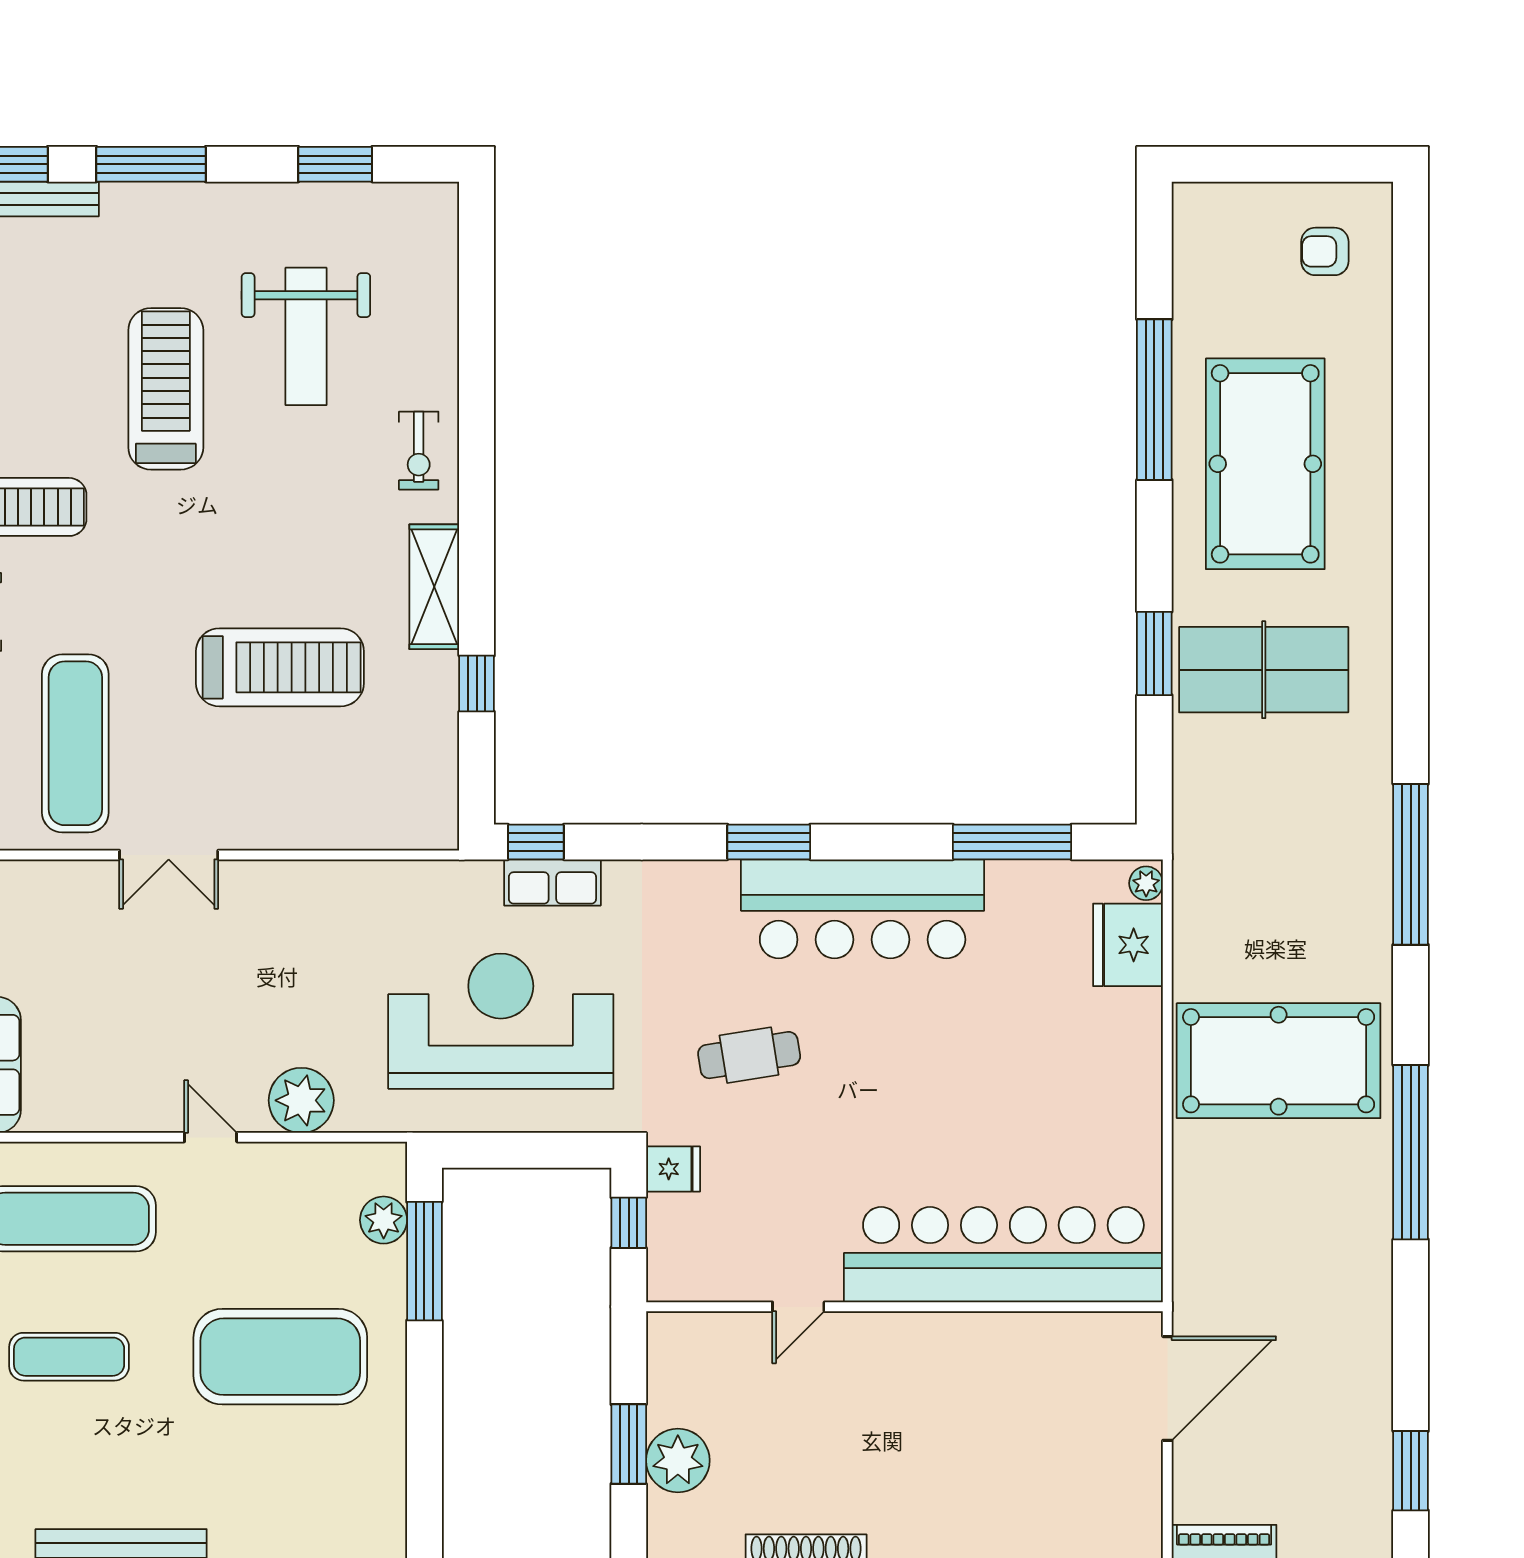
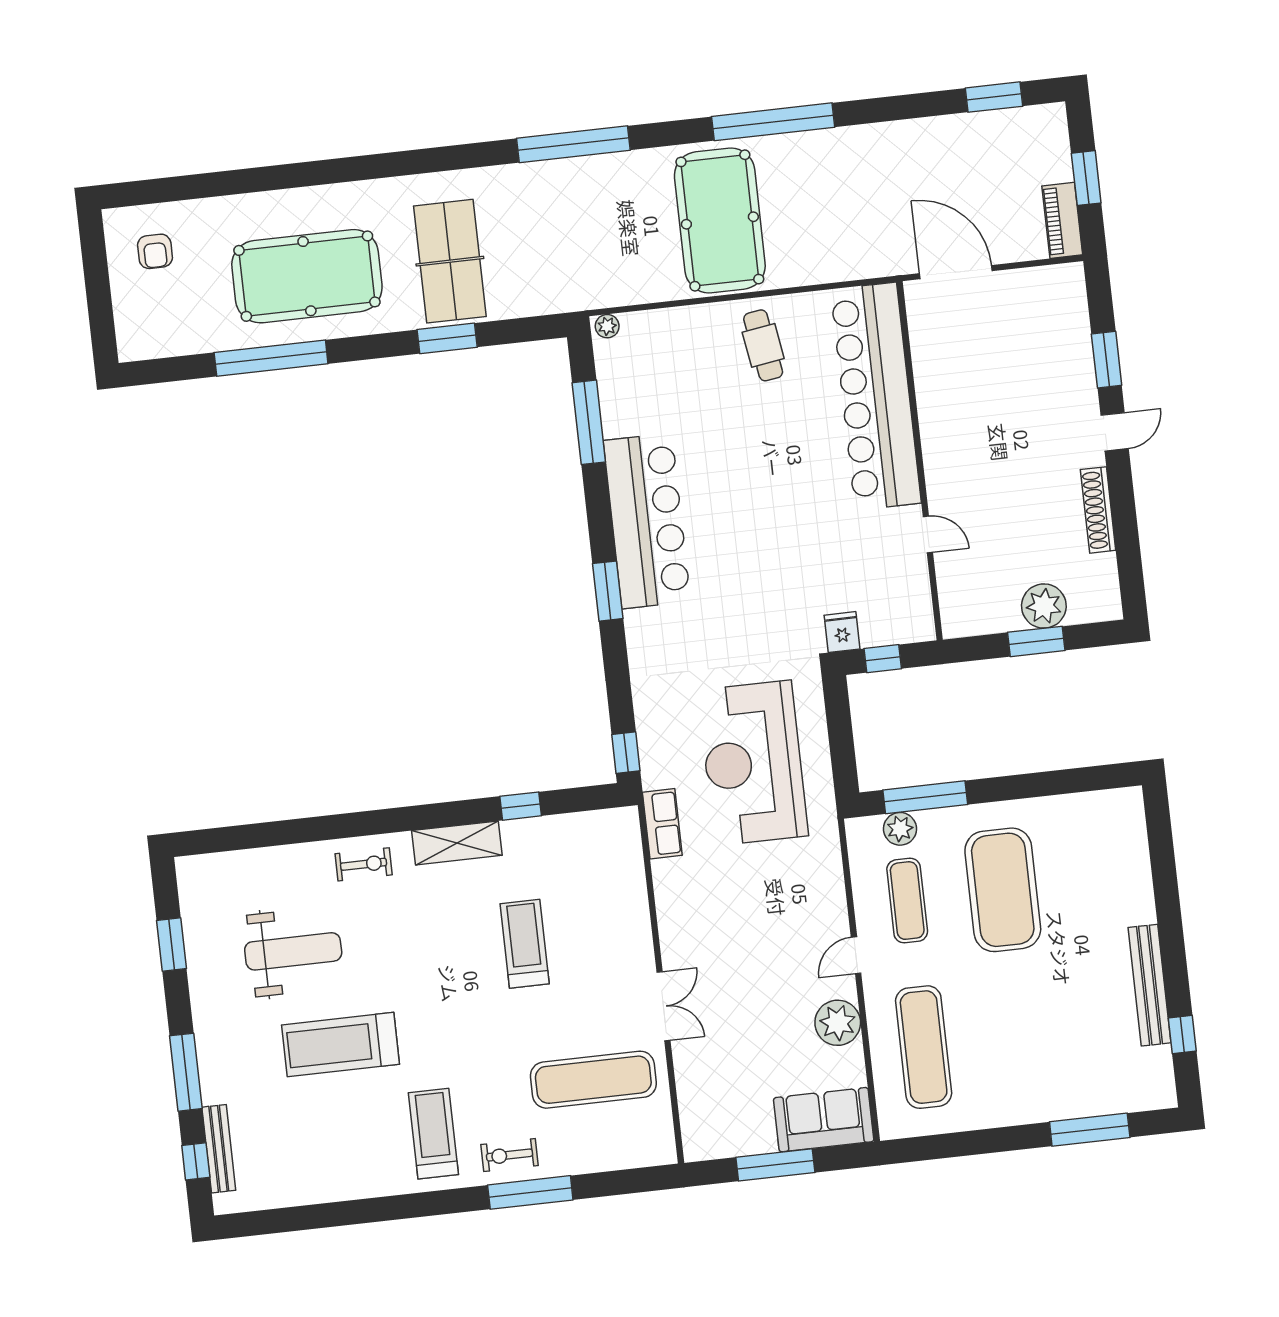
treadmill: (280, 667) -> (525, 944), width x0.73, depth x0.73
row of seats: (552, 882) -> (662, 824), moved
fridge: (1128, 945) -> (651, 334), removed
cafe table: (749, 1055) -> (763, 345), moved
plant: (301, 1100) -> (838, 1023), moved
exercise mat: (69, 1357) -> (907, 901), moved

